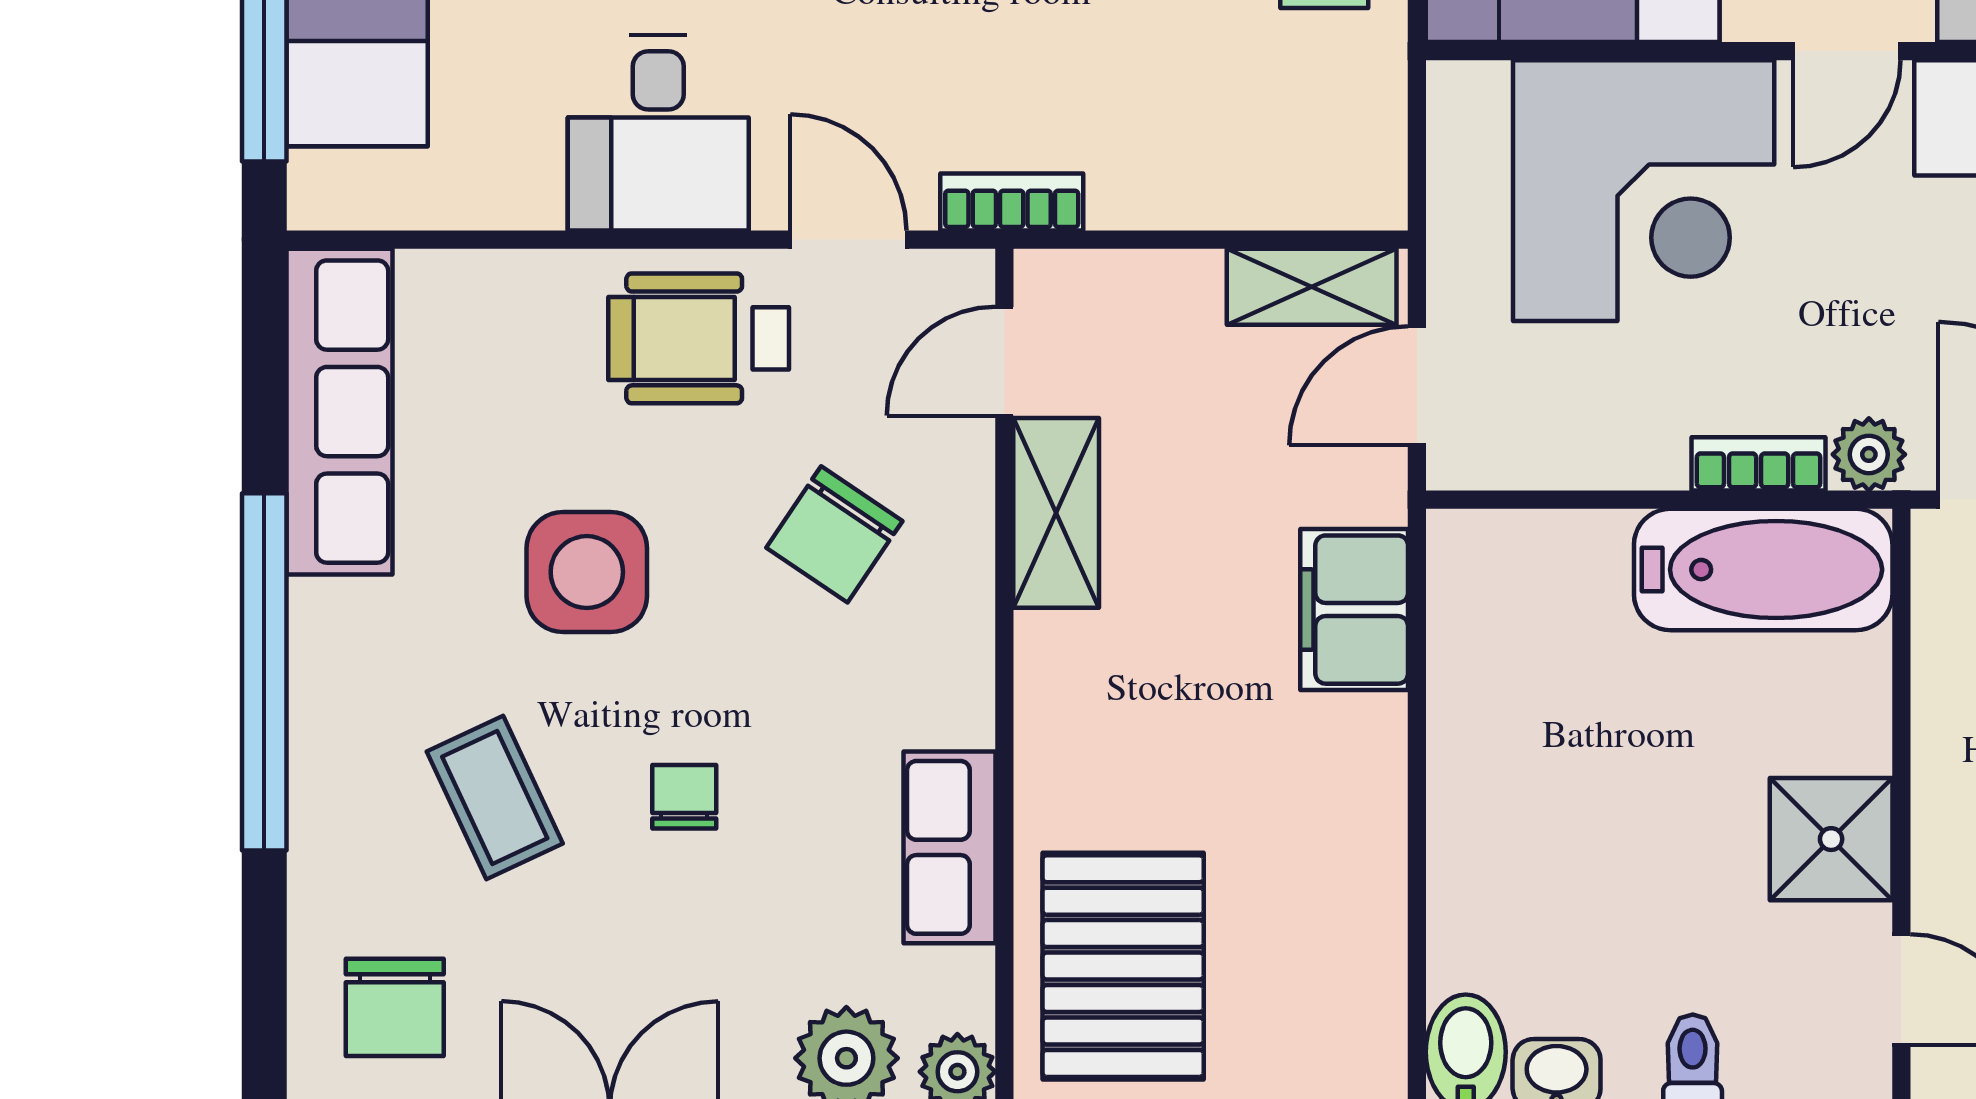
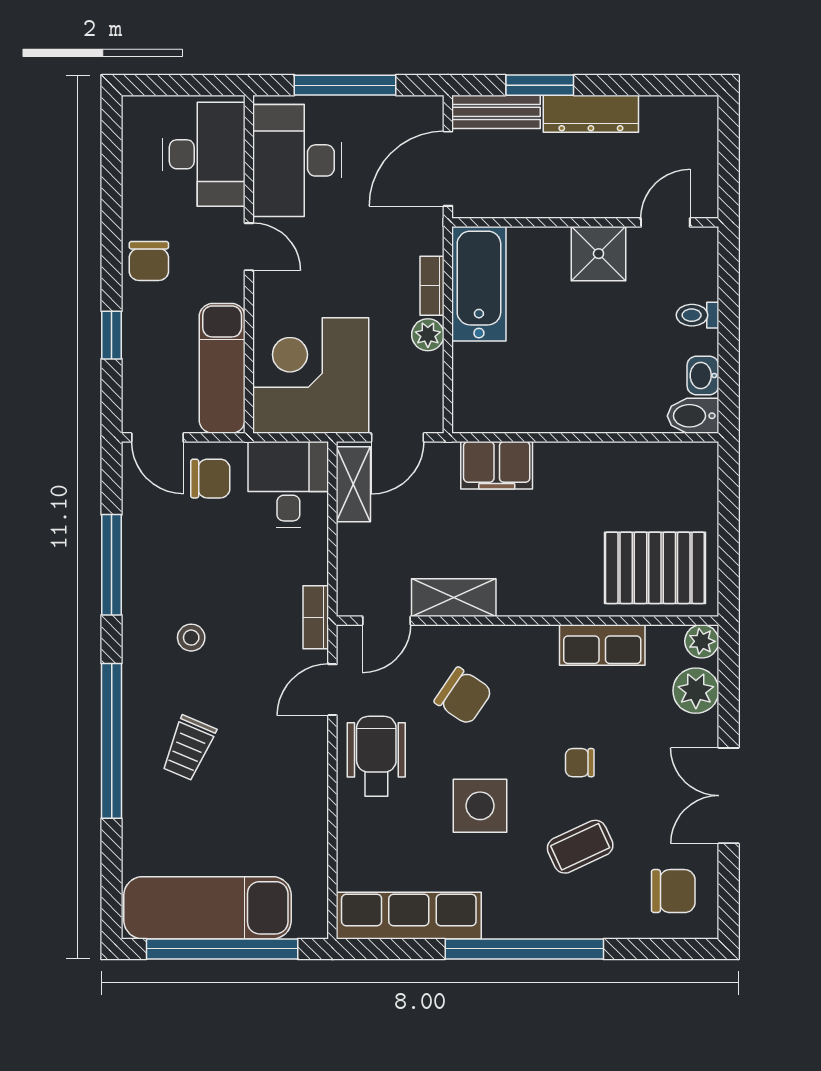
desk: (658, 133) -> (288, 485), moved, turned -90
corner desk: (1644, 191) -> (311, 376), moved, turned -90
wheelchair: (699, 338) -> (376, 756), turned 180
door: (1004, 361) -> (386, 621), hinge flipped
door: (1417, 386) -> (397, 437), hinge flipped
plant: (1869, 454) -> (428, 335), moved

